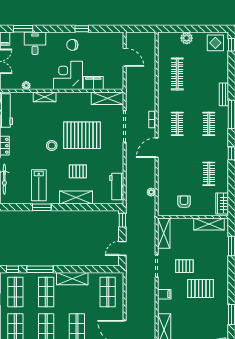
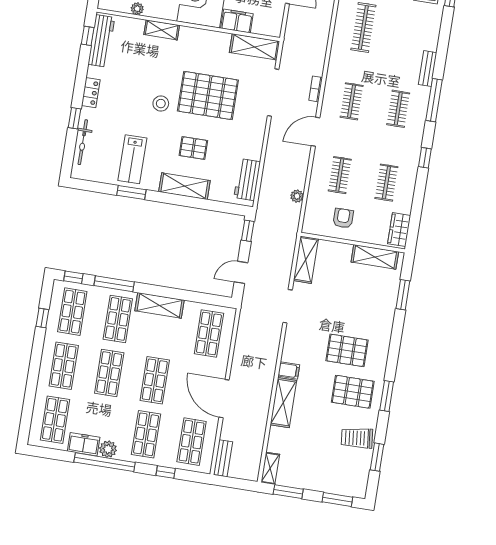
clothes rail: (177, 174) -> (340, 175), added
pallet: (184, 266) -> (353, 392), moved, width x1.50, depth x1.42
filing cabinet: (164, 294) -> (289, 370), moved

